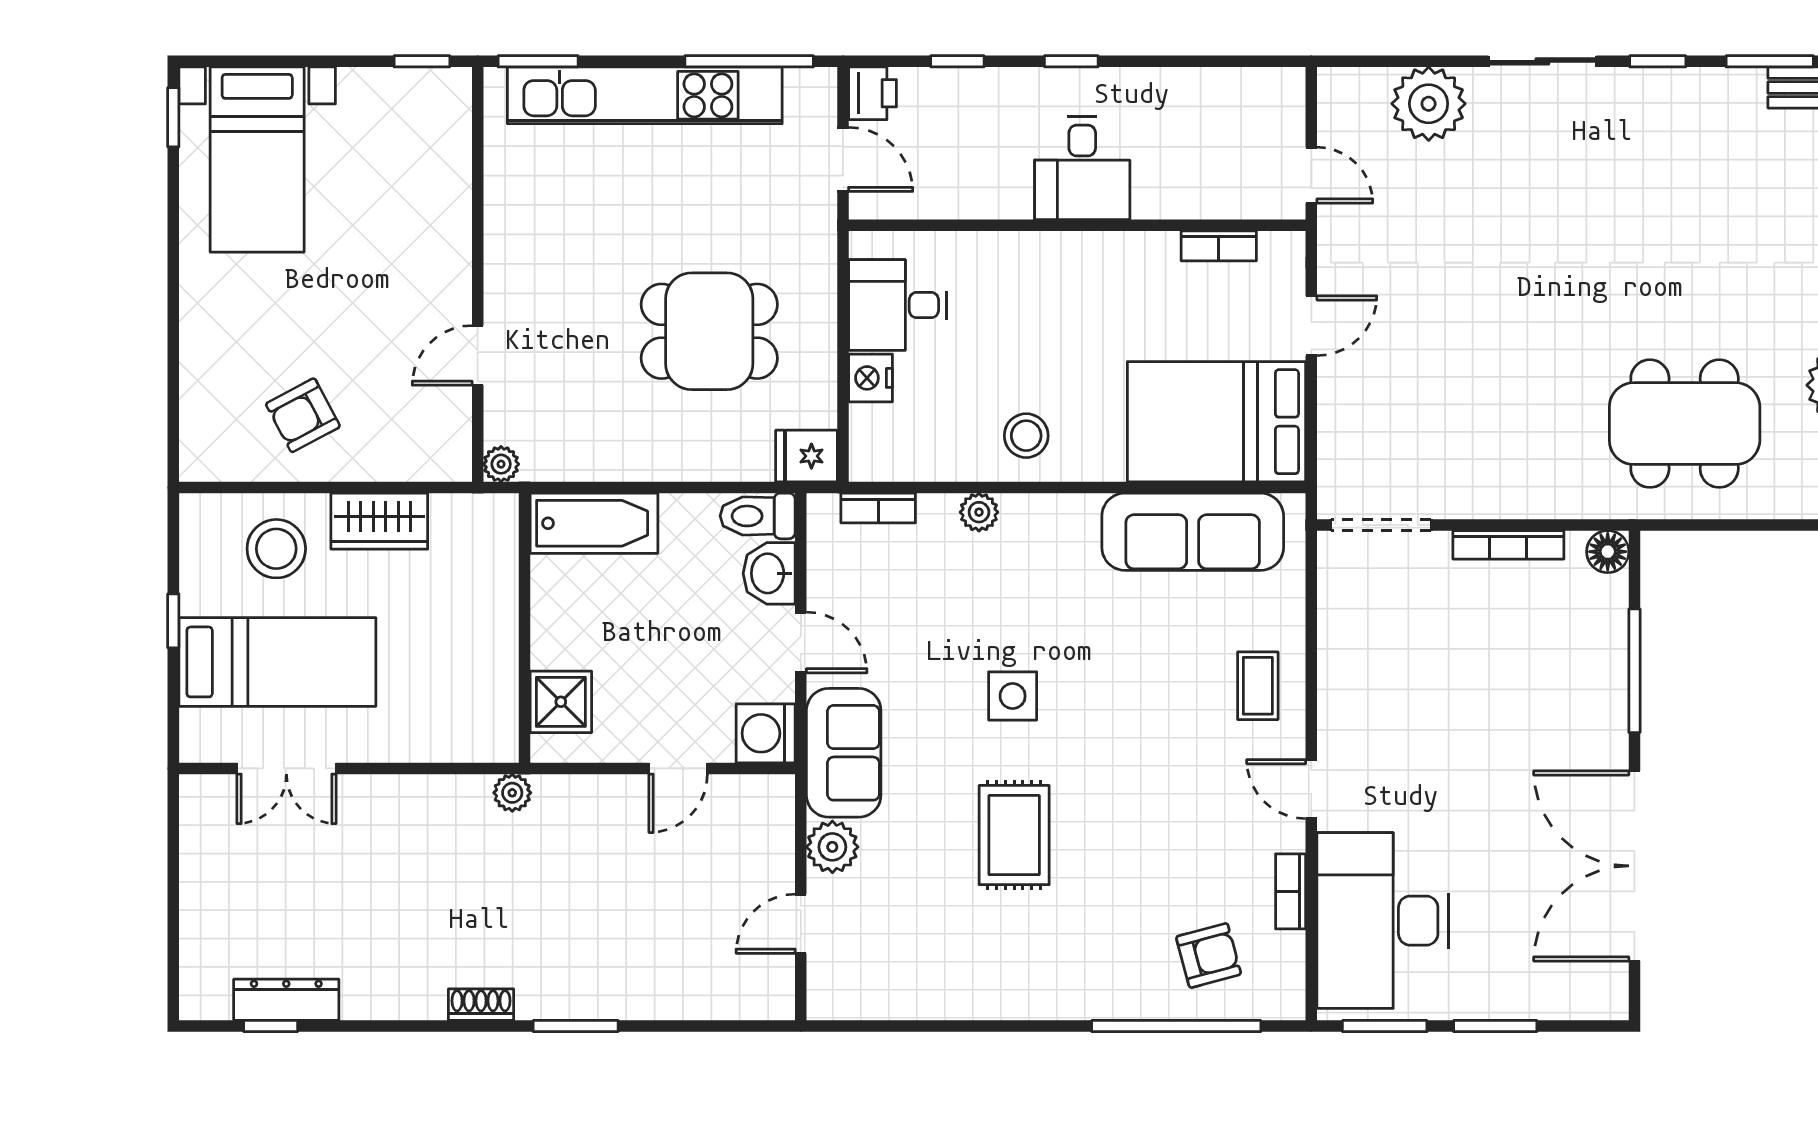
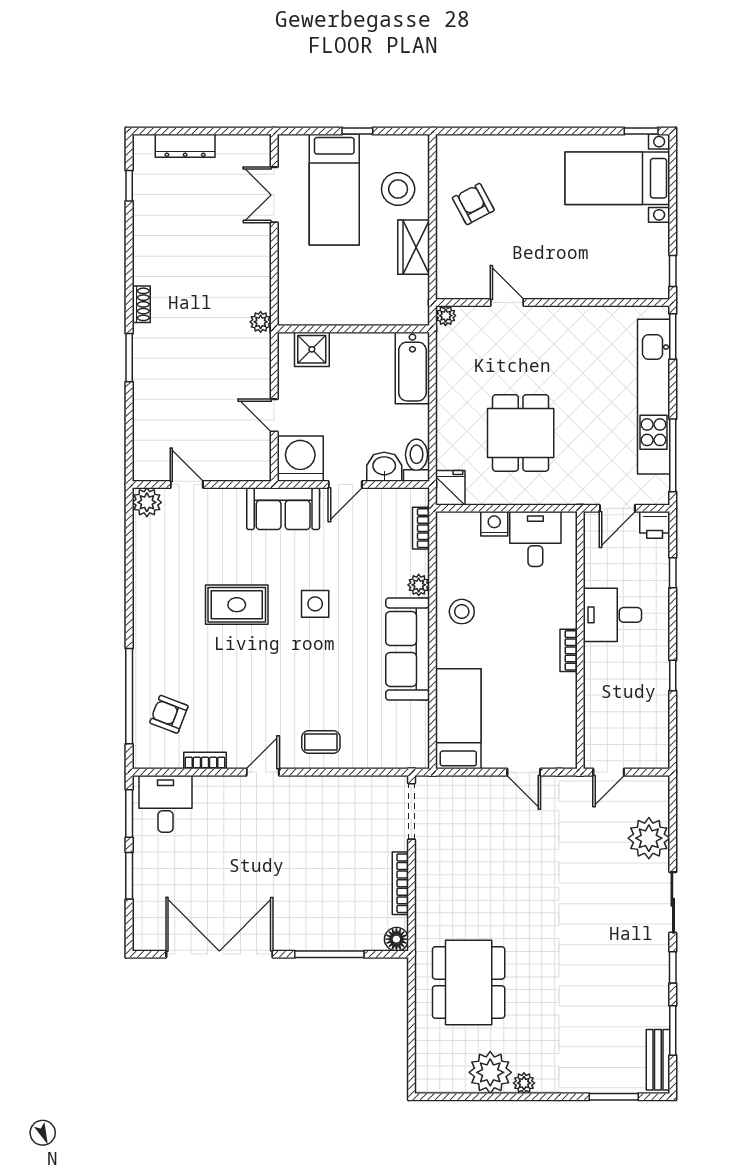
window: (1071, 61) -> (673, 676), moved
desk: (1082, 168) -> (612, 615), moved
bookcase: (1219, 246) -> (569, 650), moved
bed: (1217, 422) -> (458, 719), width x0.67
sofa: (1193, 532) -> (408, 649), moved
washing machine: (766, 733) -> (300, 459), width x1.37, depth x1.37
plant: (832, 847) -> (147, 502), moved
desk: (1383, 921) -> (165, 804), width x0.53, depth x0.77
armchair: (1209, 955) -> (169, 714), turned 126
dresser: (286, 1000) -> (185, 146), moved, turned 90

